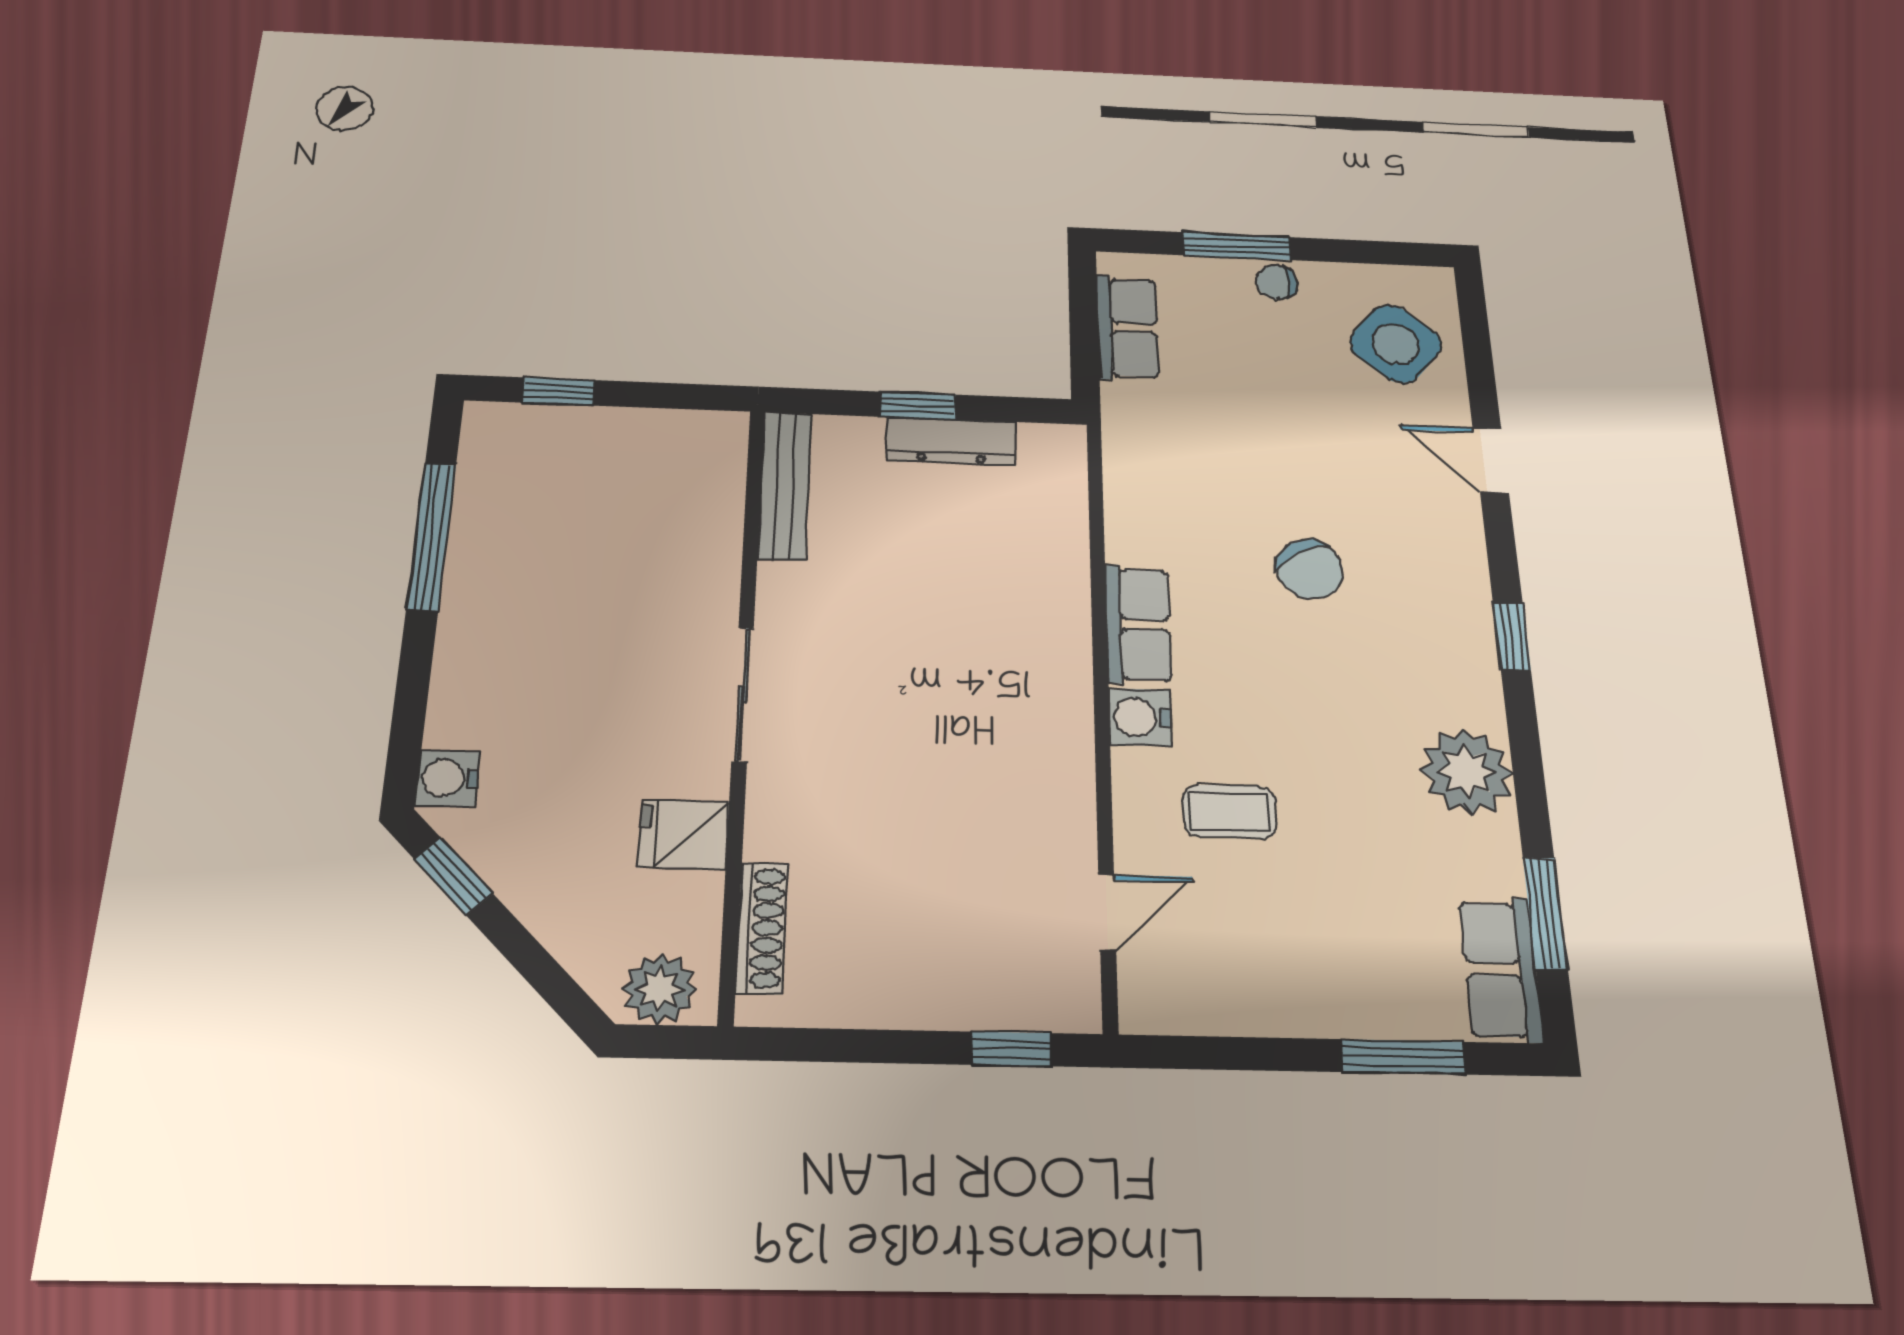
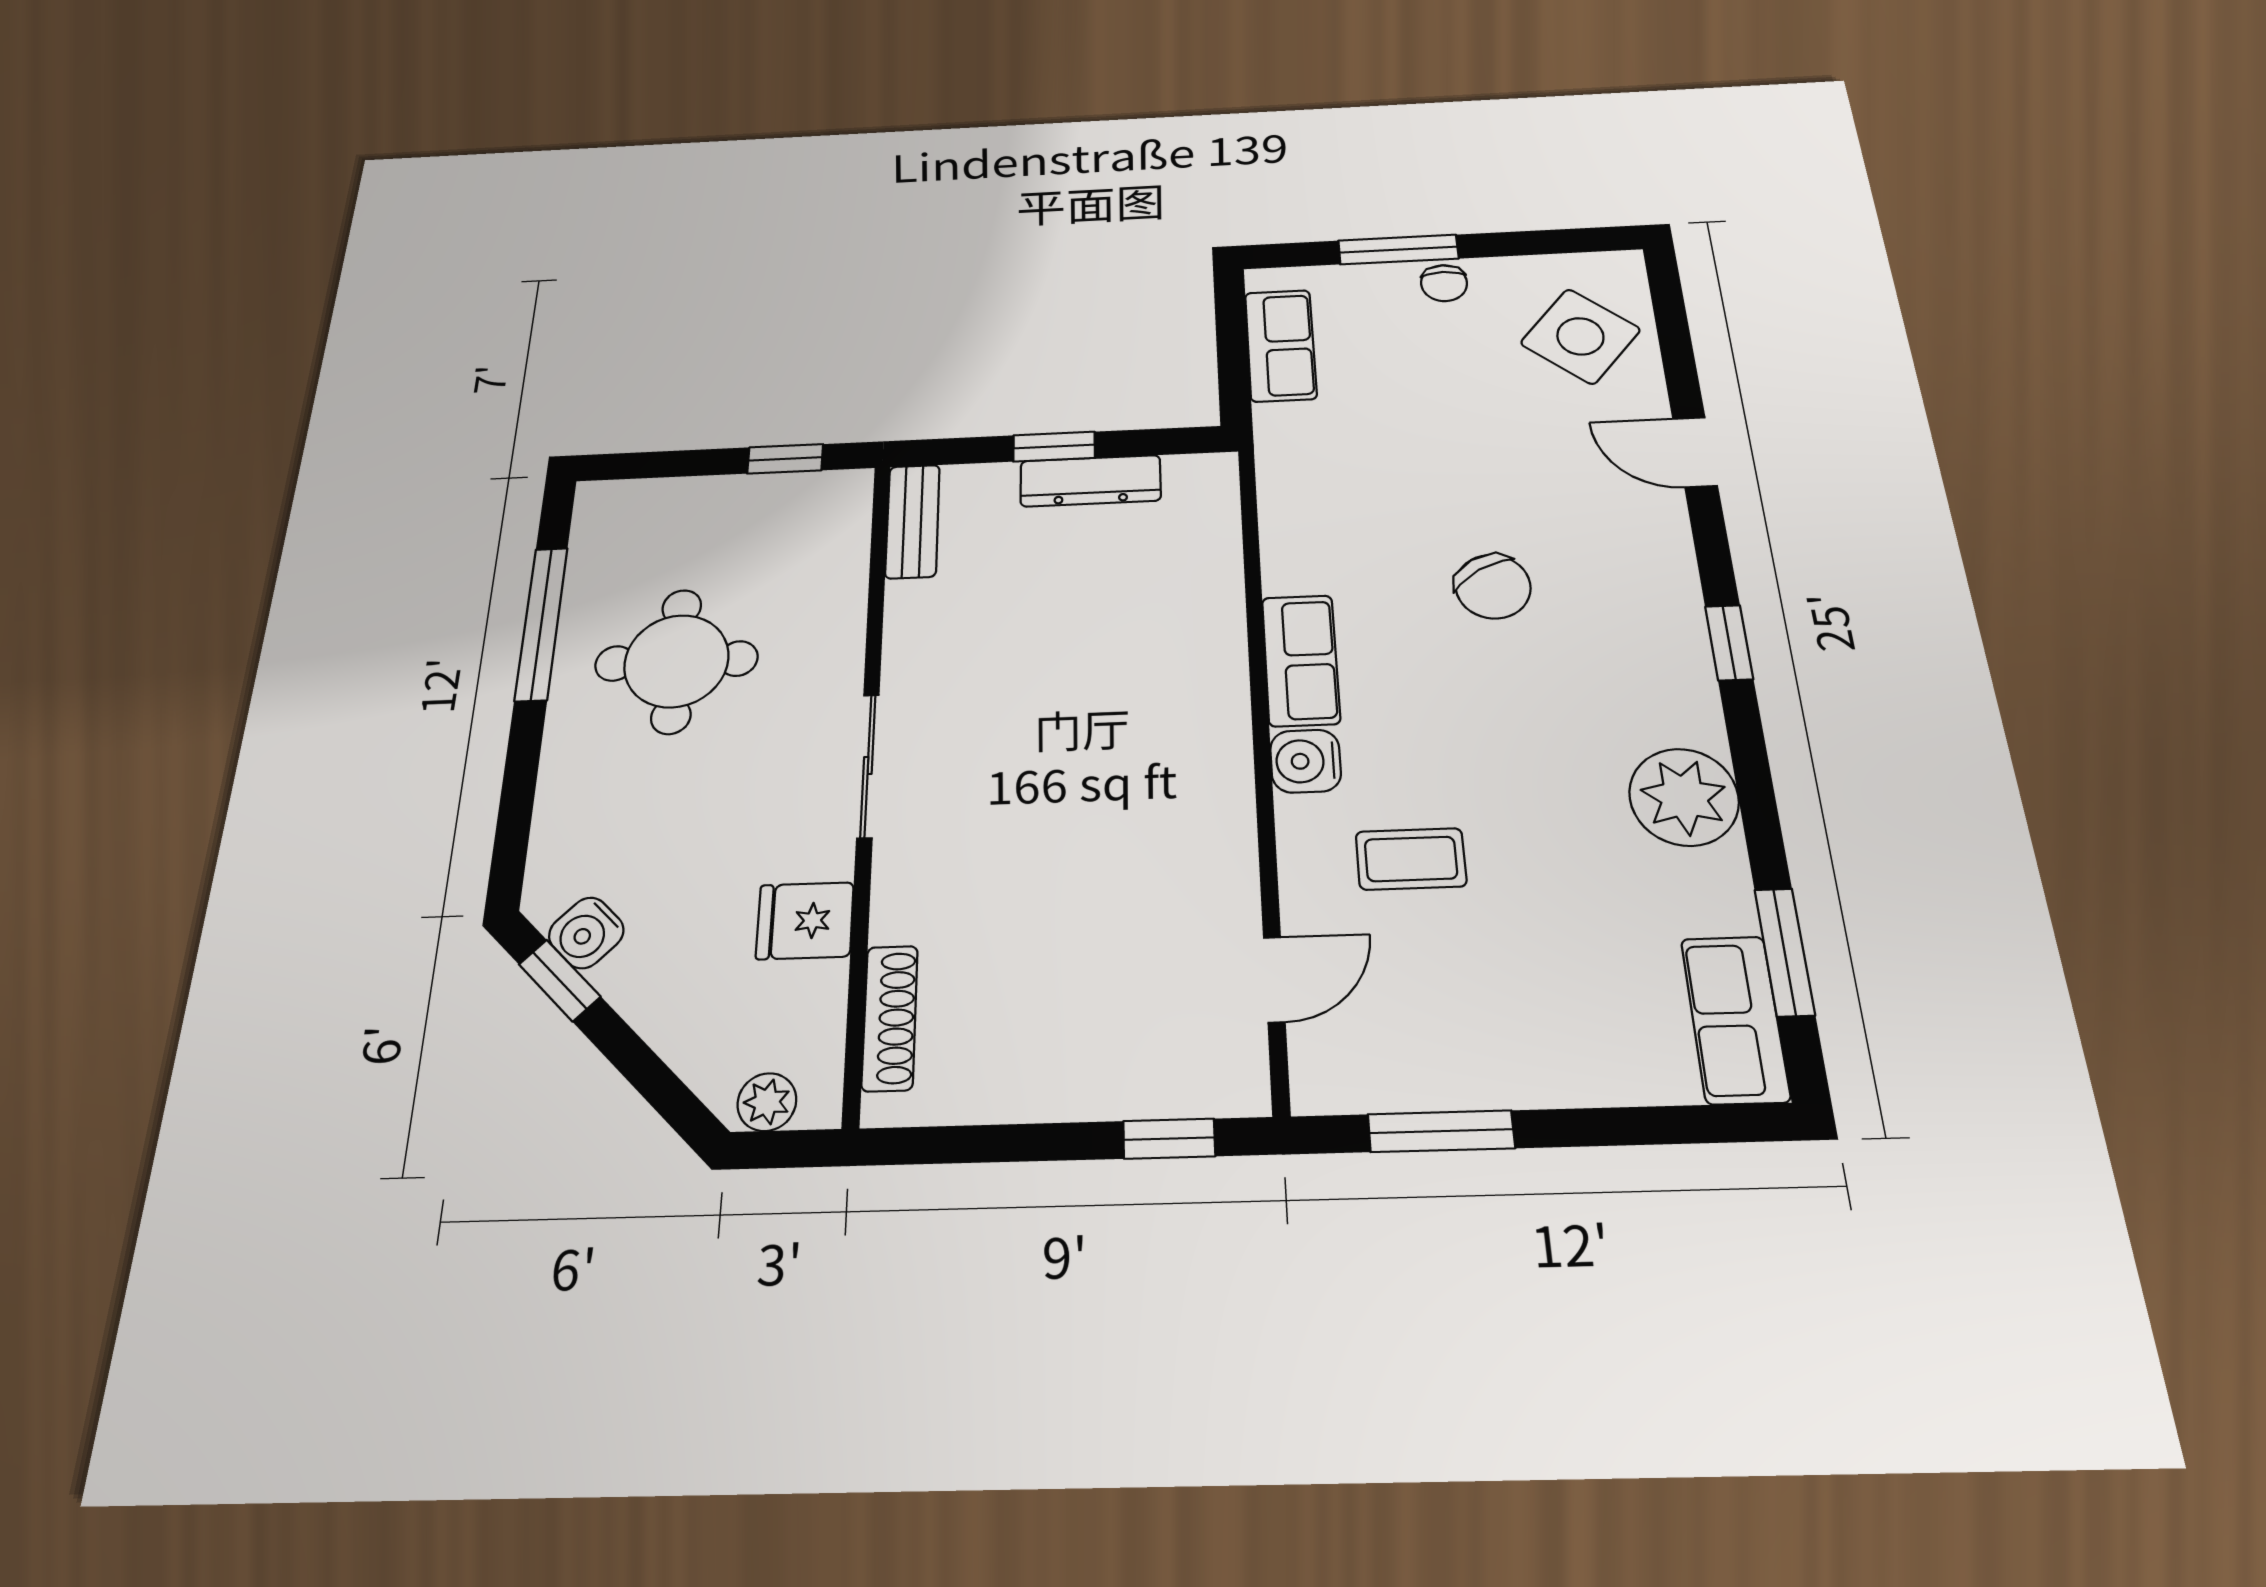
chair: (1277, 282) -> (1444, 283), turned -87
window: (559, 391) -> (785, 459), moved
bench: (785, 485) -> (913, 521), width x0.73
round table: (562, 582) -> (676, 661), added
water cooler: (448, 778) -> (586, 933), moved, turned -45
plant: (660, 989) -> (767, 1102), width x0.73, depth x0.73
window: (1403, 1057) -> (1441, 1131), moved

